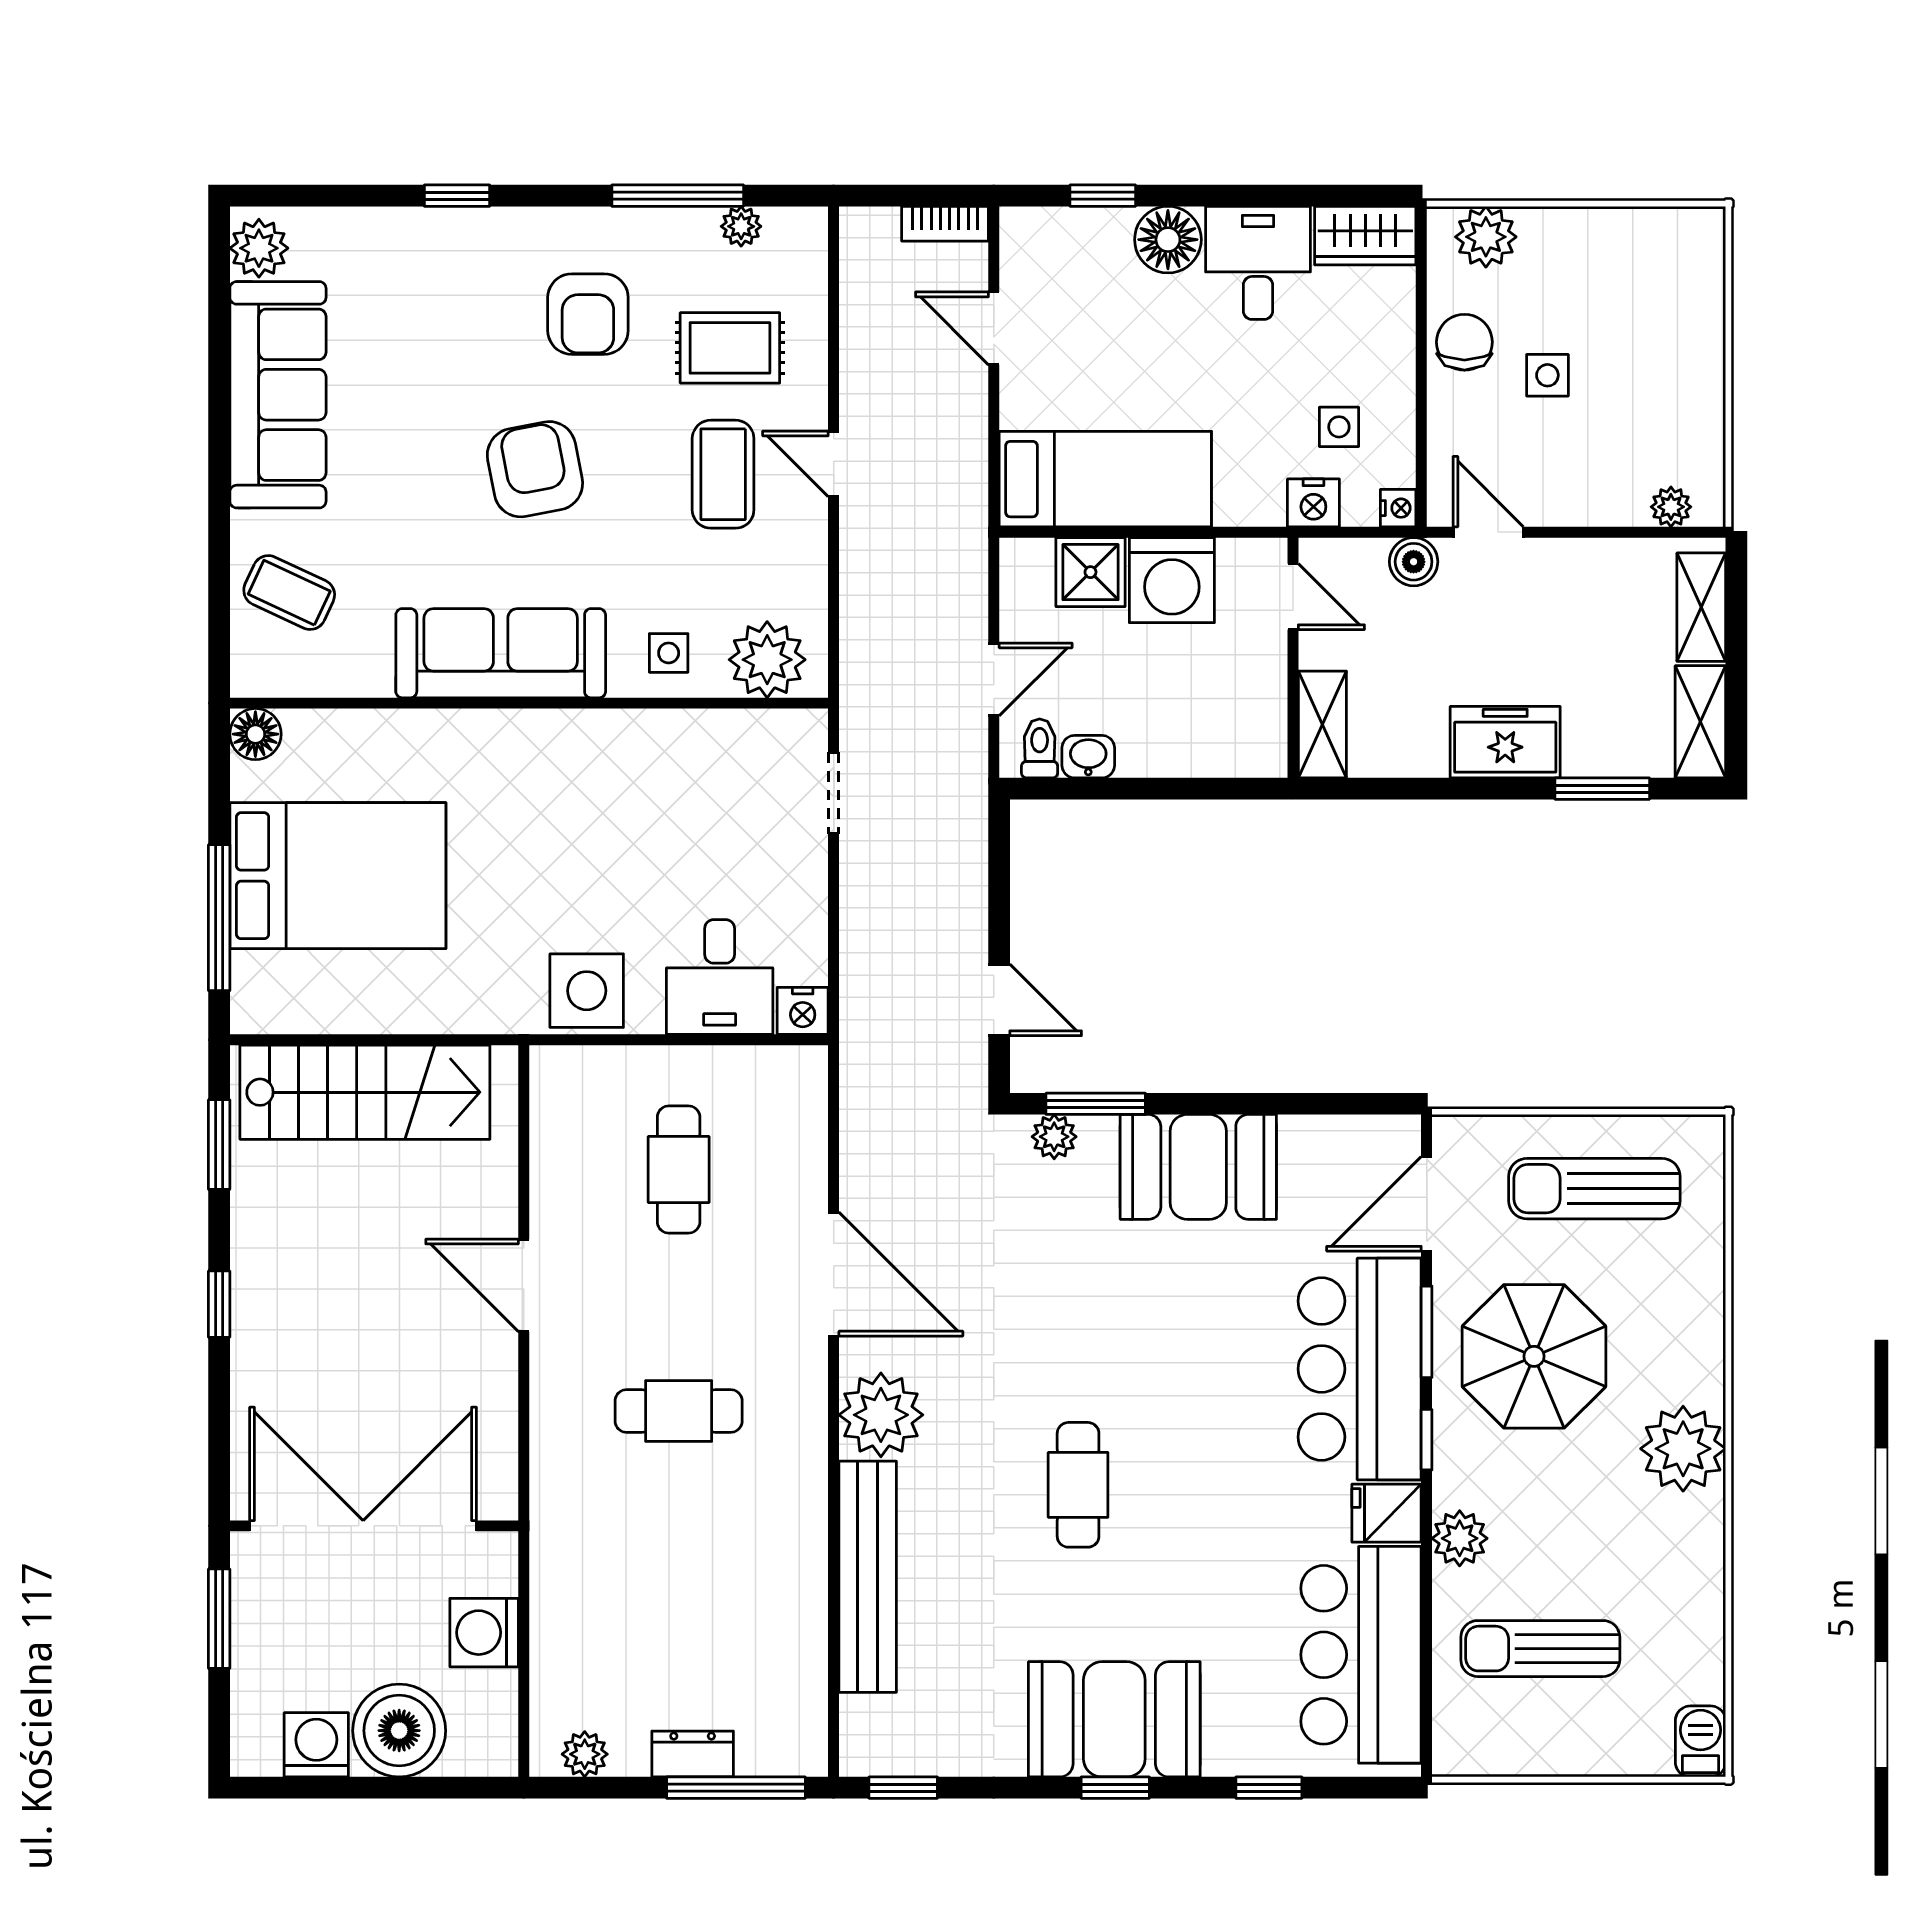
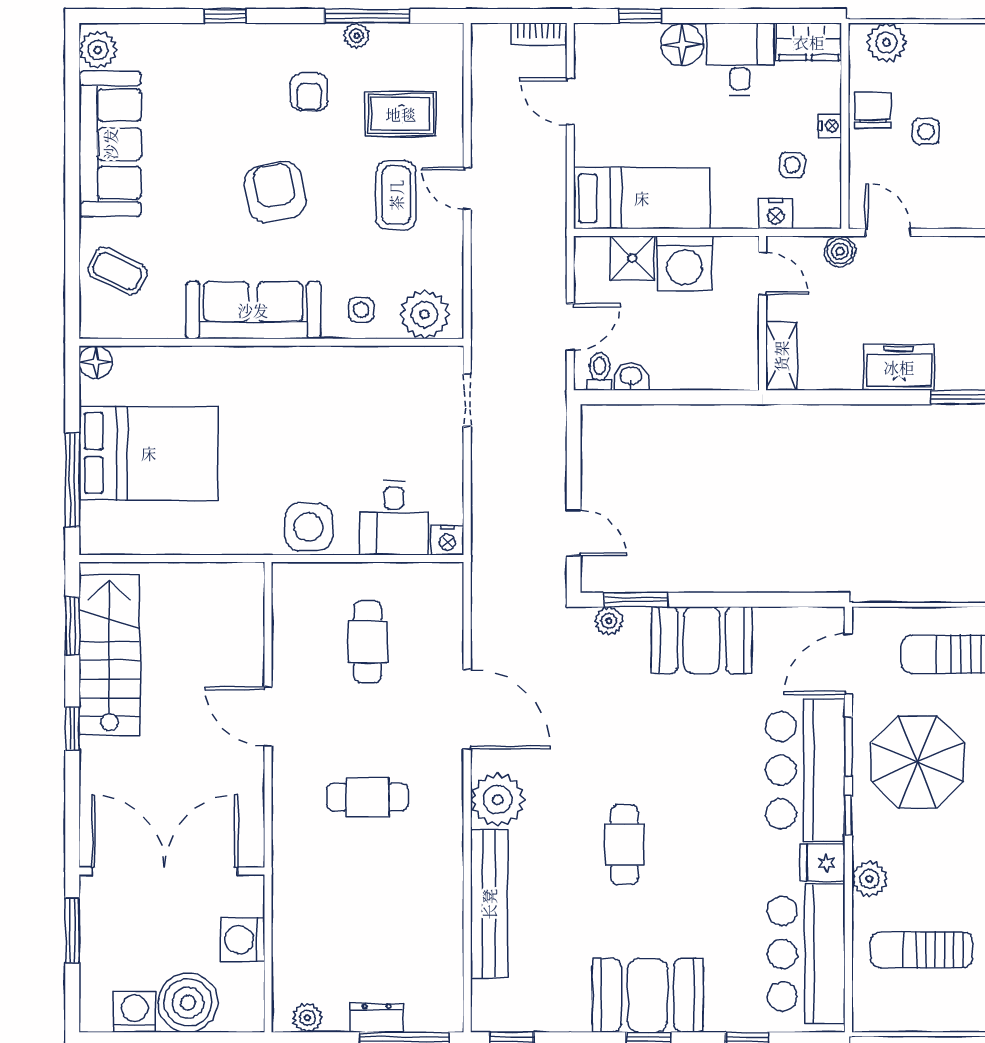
plant: (741, 226) -> (357, 36), moved
armchair: (588, 314) -> (309, 92), width x0.72, depth x0.72
nightstand: (1398, 508) -> (830, 126), moved
stairs: (365, 1092) -> (109, 655), moved, turned -90

